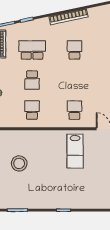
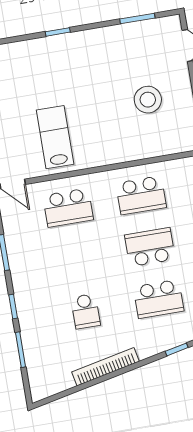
school desk: (32, 80) -> (150, 247), width x1.85
school desk: (32, 110) -> (141, 195), width x1.85
school desk: (74, 110) -> (68, 208), width x1.85

